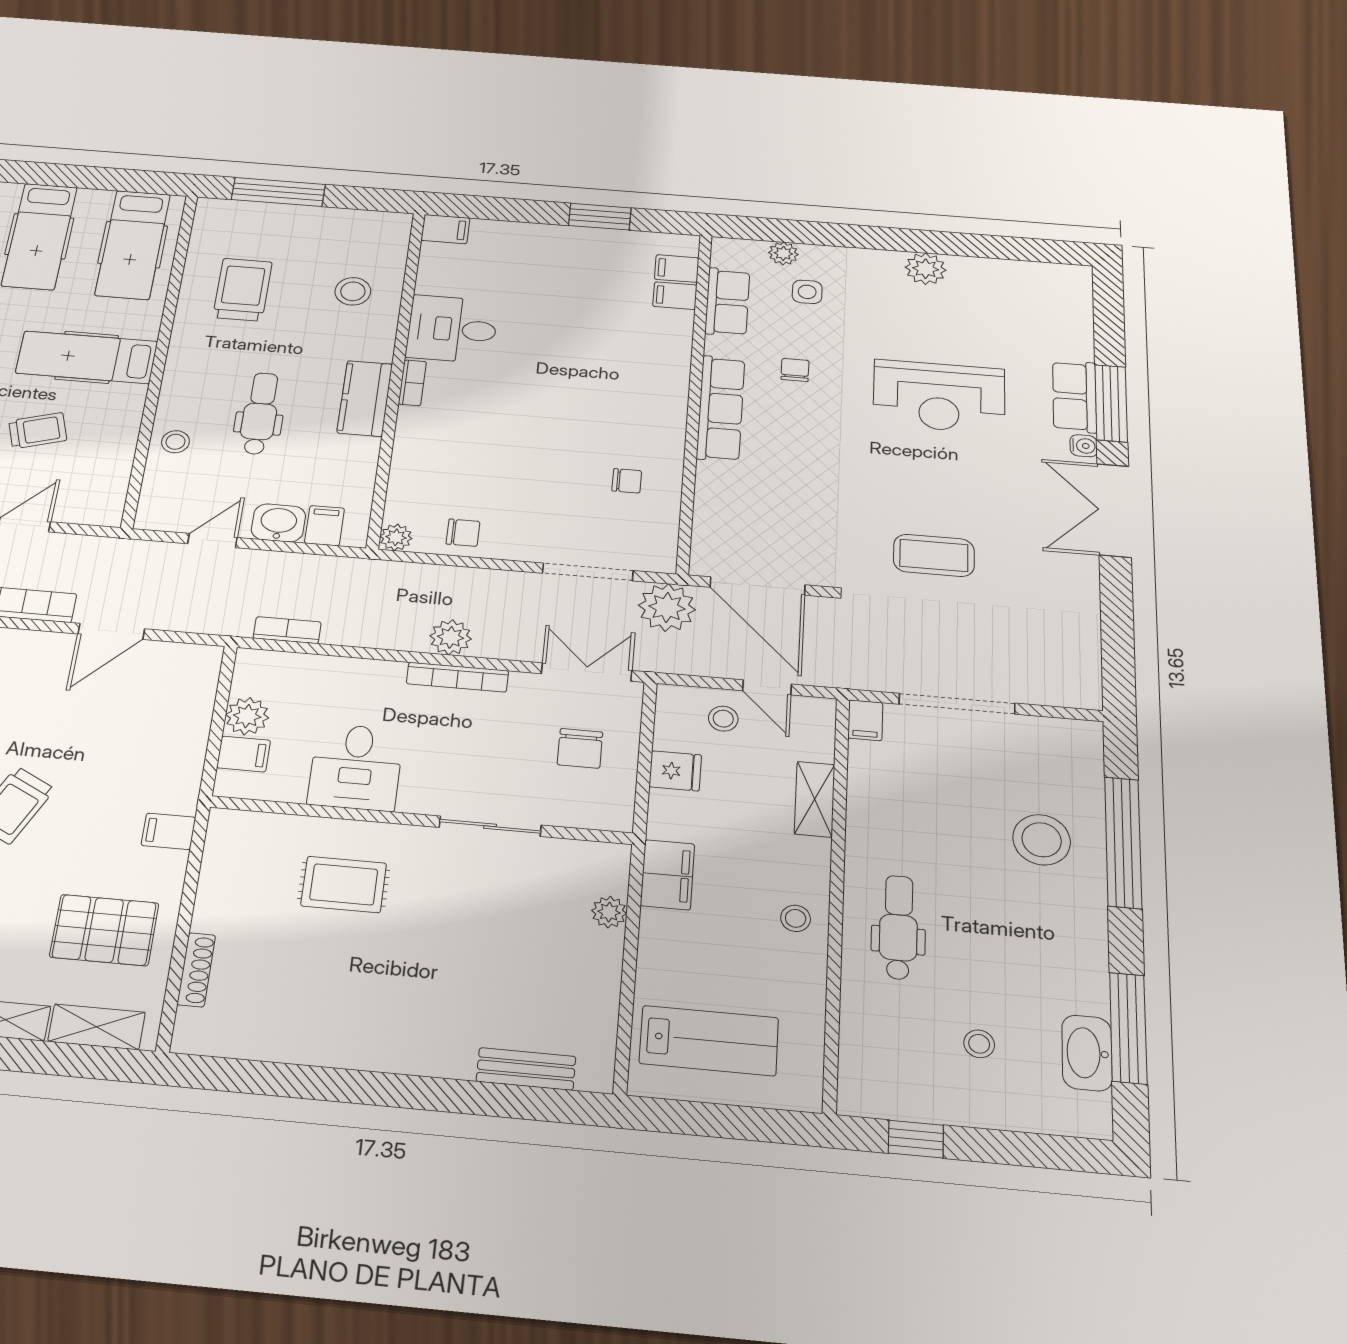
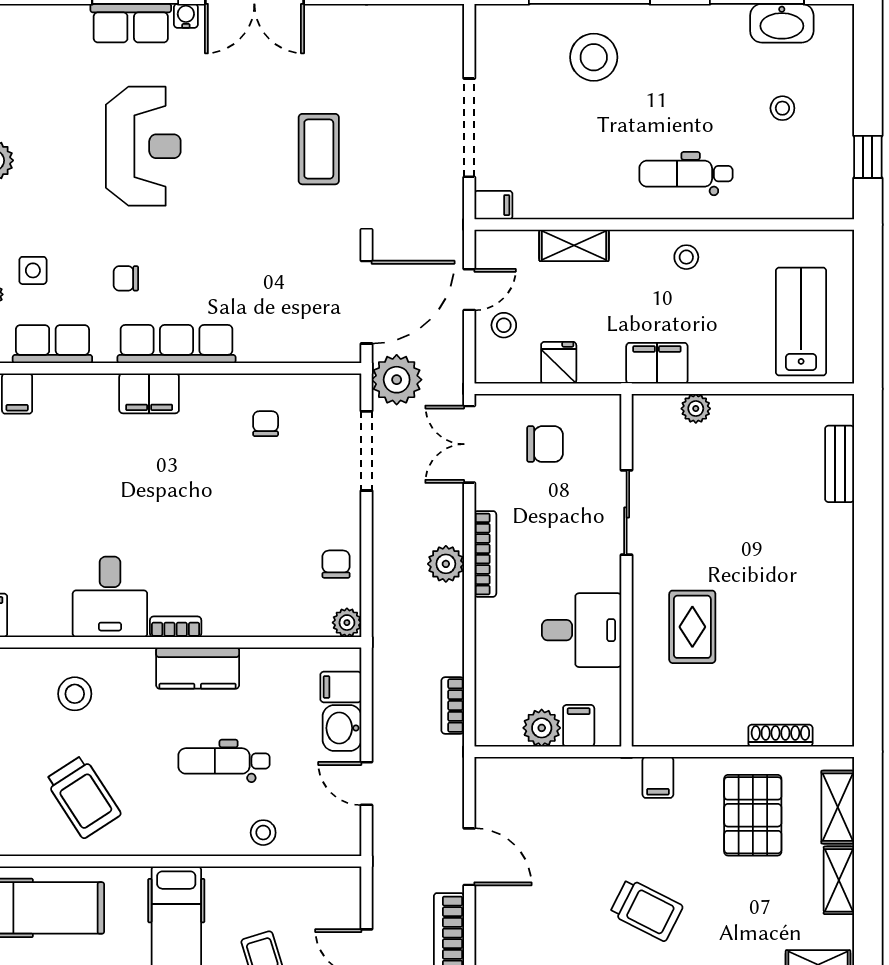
trolley: (243, 290) -> (83, 797), turned -123
filing cabinet: (675, 296) -> (149, 393), moved, width x2.00

